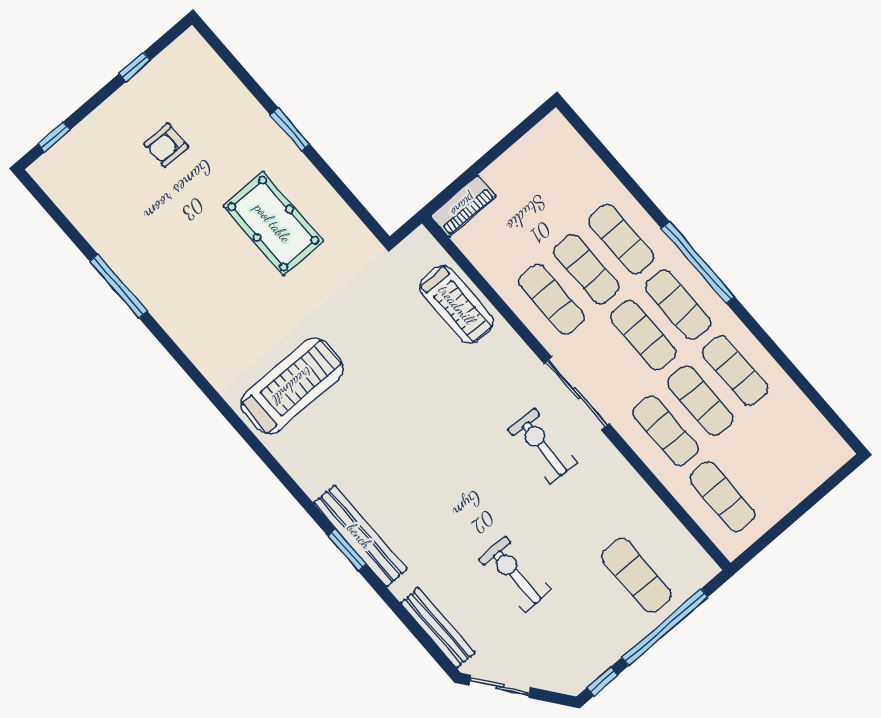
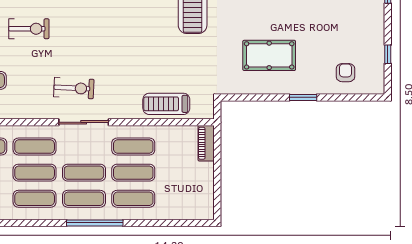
armchair: (166, 145) -> (345, 73), moved

